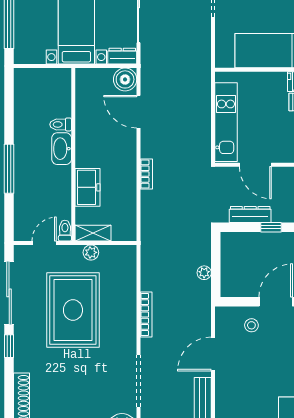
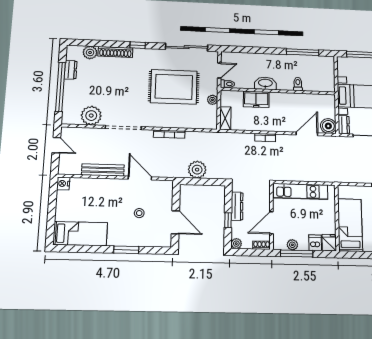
washbasin: (62, 149) -> (265, 83), moved
door: (255, 165) -> (271, 223), moved
window: (9, 169) -> (303, 52), moved
shelving: (93, 233) -> (225, 118), moved
door: (44, 243) -> (219, 70), hinge flipped
plant: (204, 273) -> (197, 170), width x1.87, depth x1.87
stool: (251, 325) -> (139, 213), moved
window: (9, 346) -> (138, 45), moved

